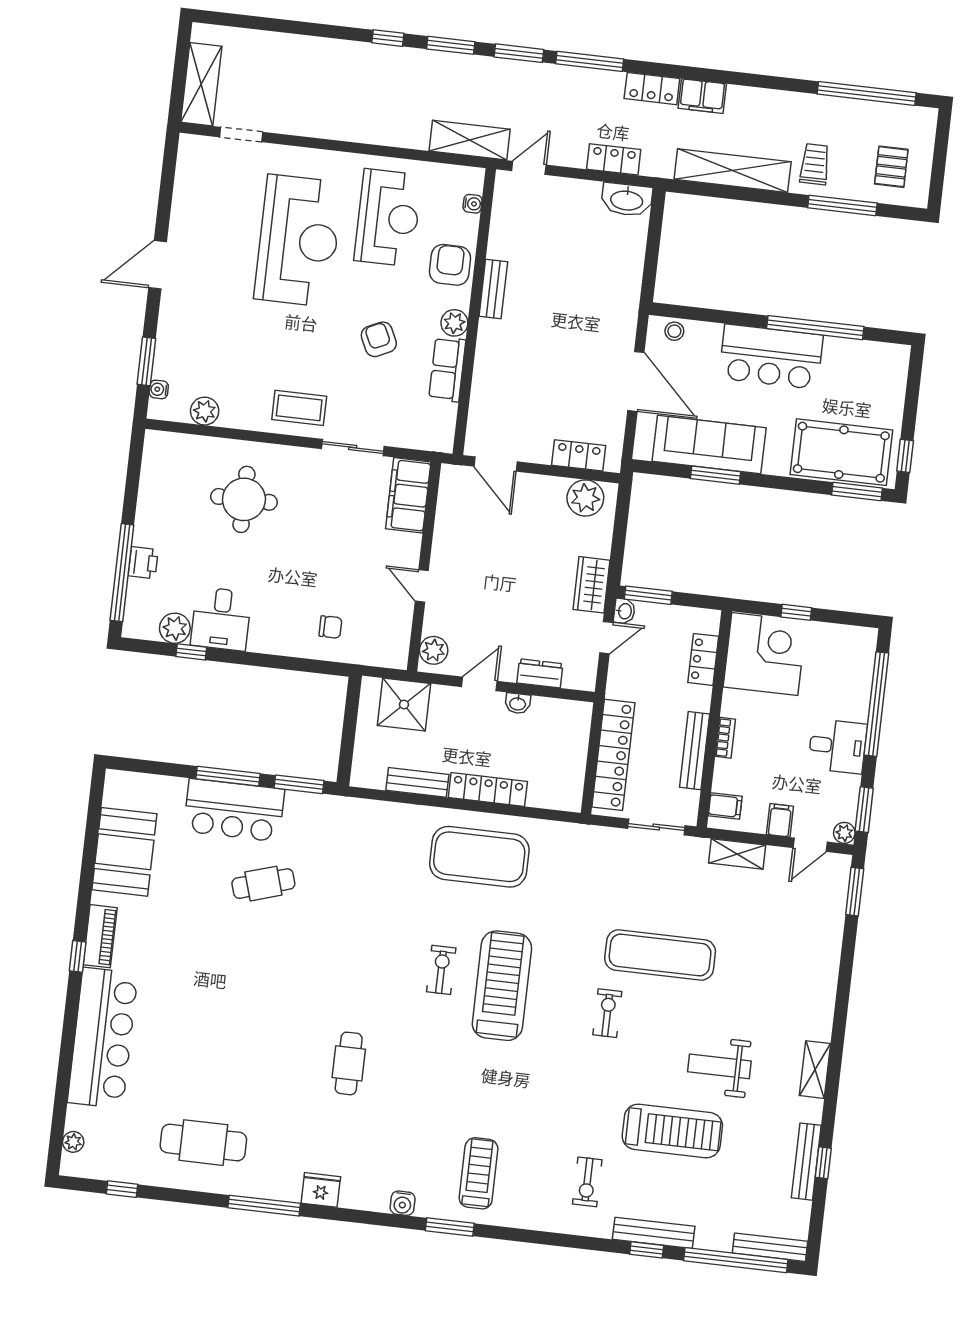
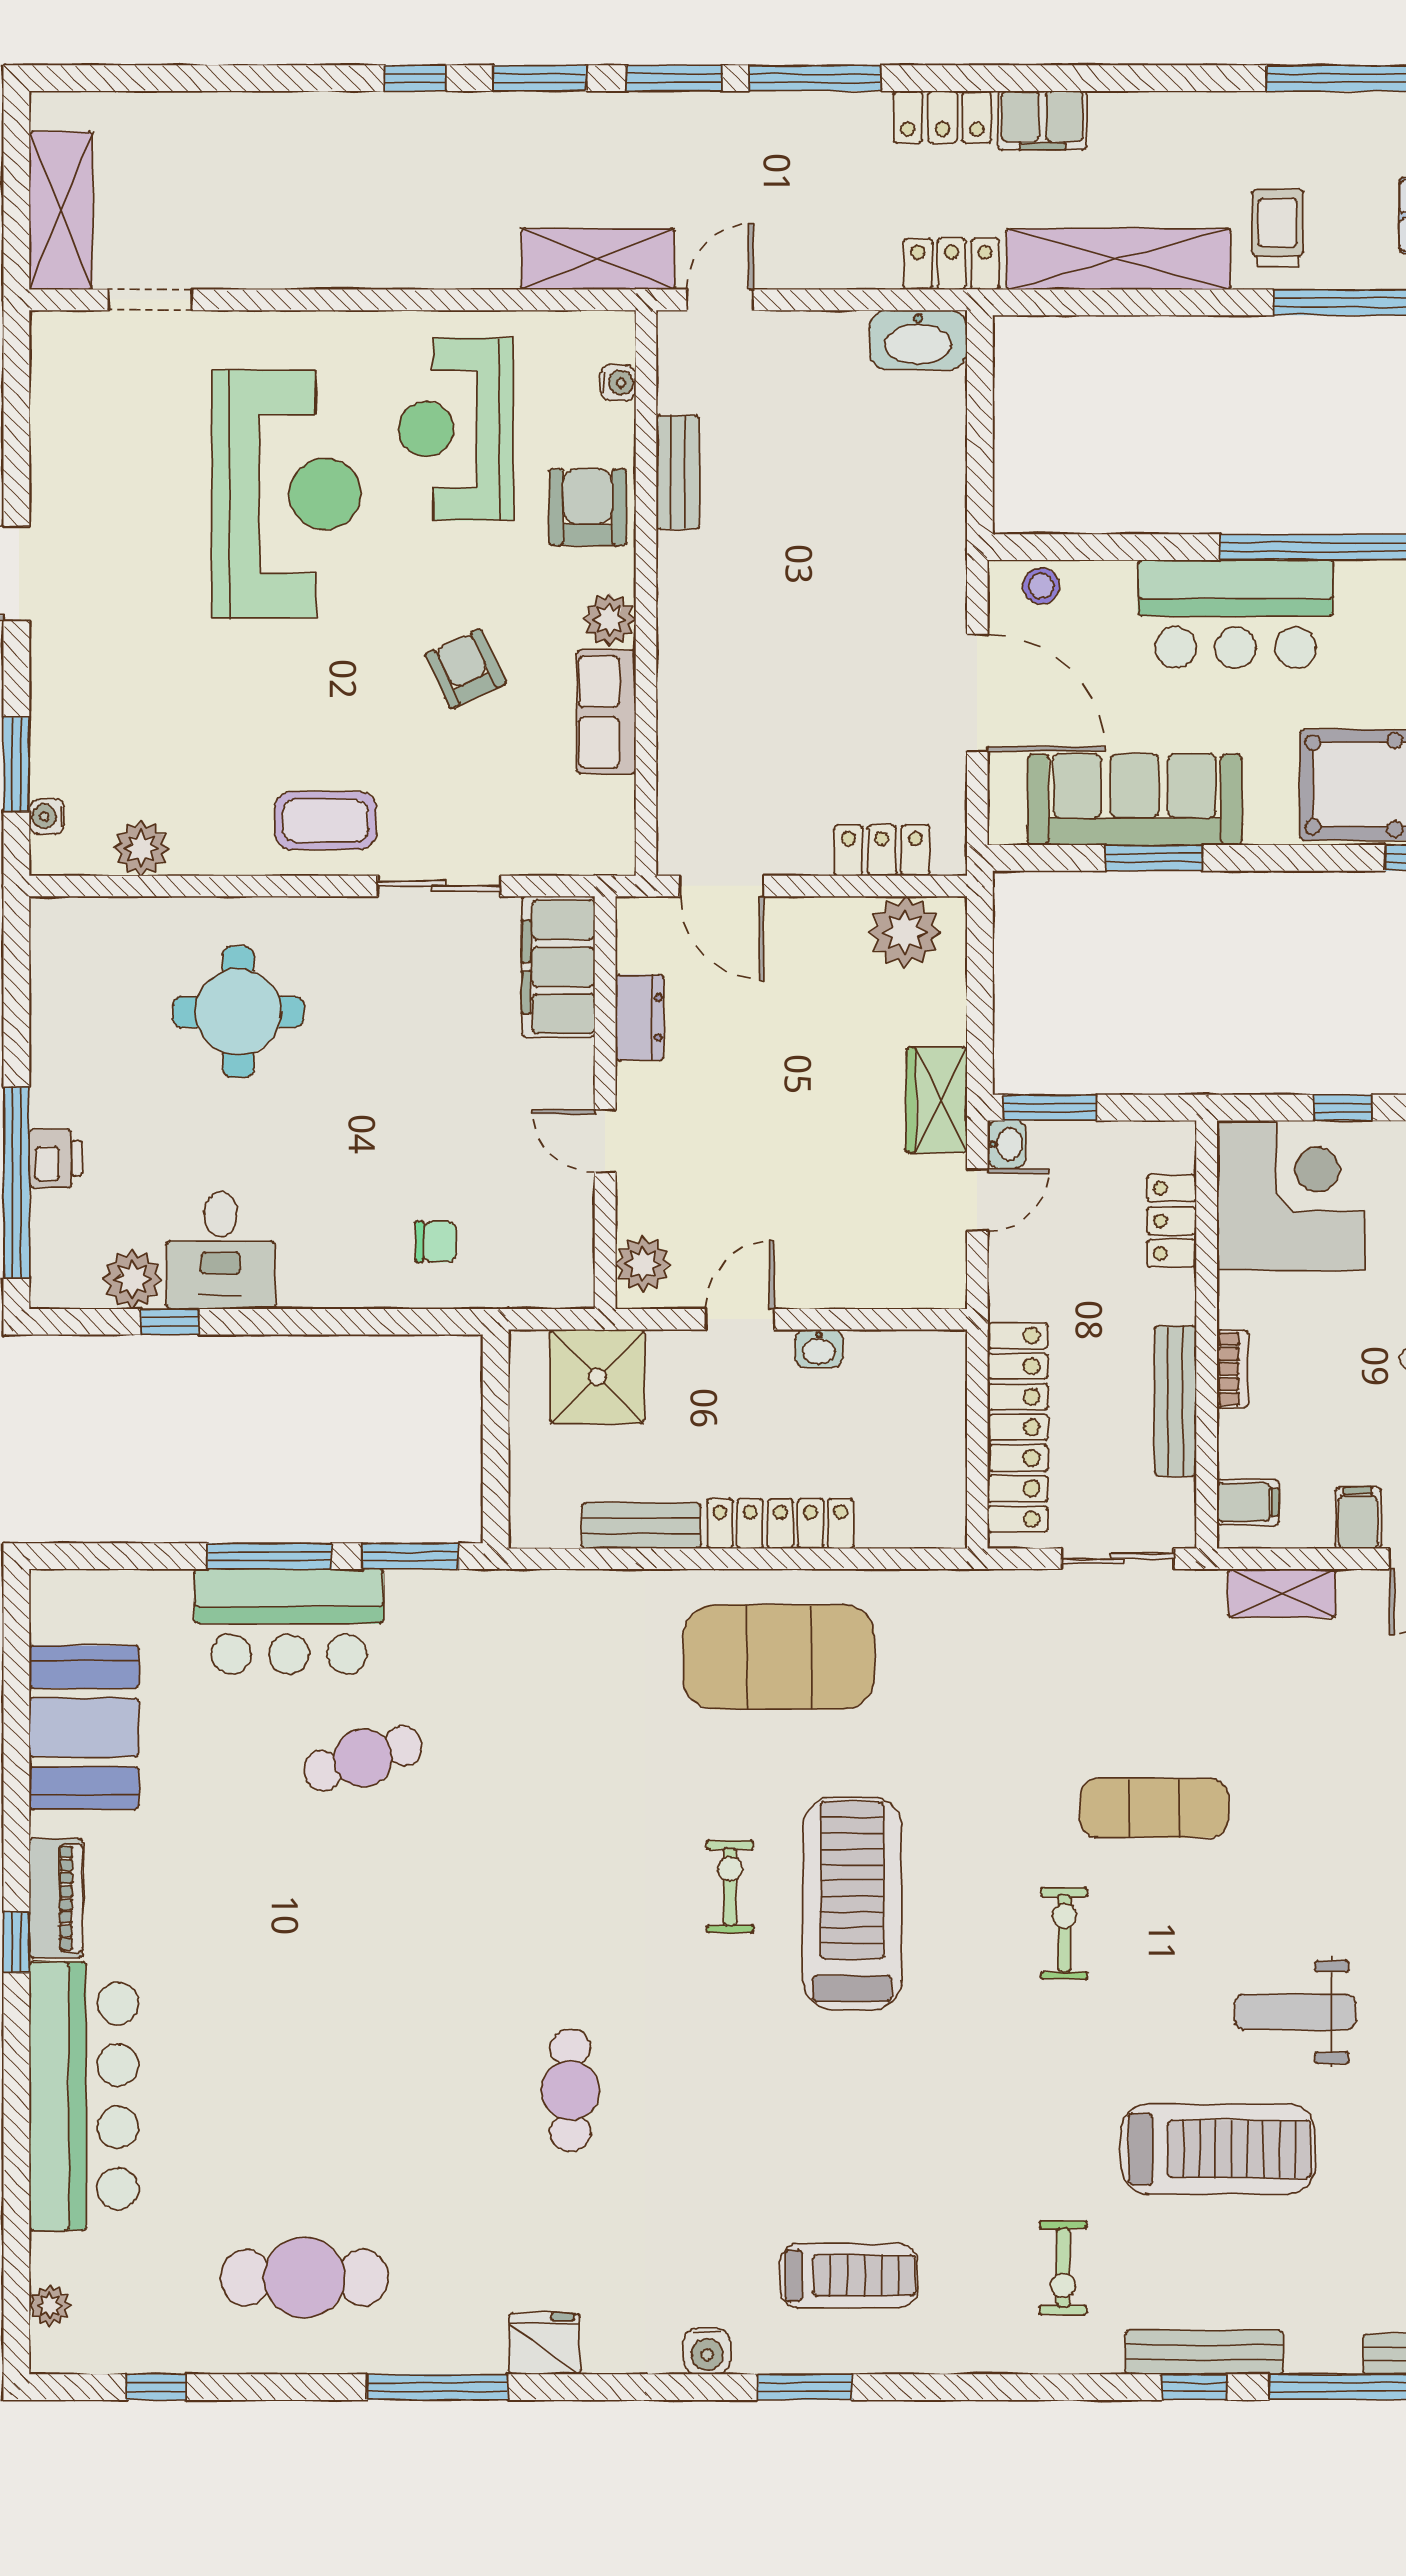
locker: (614, 159) -> (951, 264), moved
reception desk: (388, 218) -> (456, 429), turned 180
bench: (493, 289) -> (678, 472), moved
dresser: (540, 673) -> (640, 1018), moved, turned 90
exercise mat: (660, 955) -> (1154, 1808), width x0.73, depth x0.69
treadmill: (479, 1173) -> (849, 2276), turned 90

